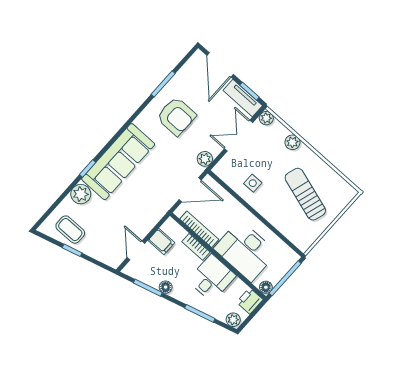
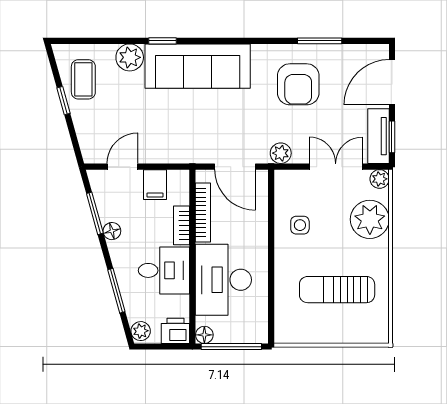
plant: (292, 142) -> (370, 219), width x1.88, depth x1.88
sun lounger: (305, 194) -> (337, 290), turned -107

